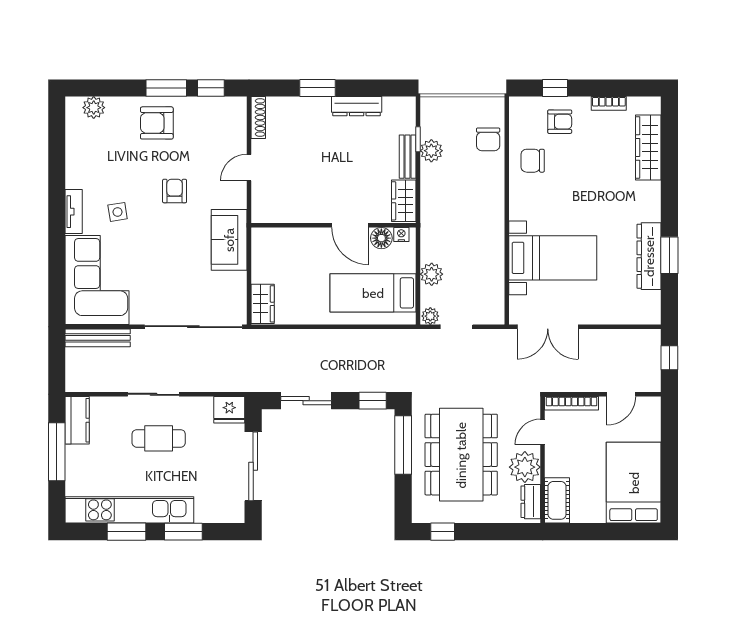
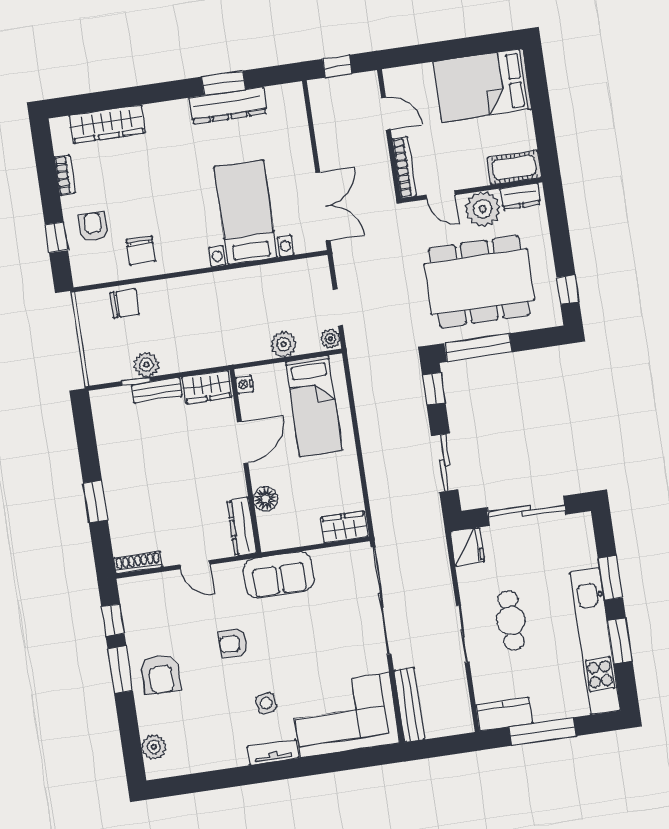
dresser: (357, 106) -> (242, 527), moved, turned 180
floor lamp: (381, 238) -> (266, 499), moved

